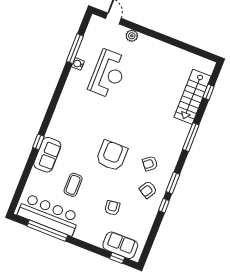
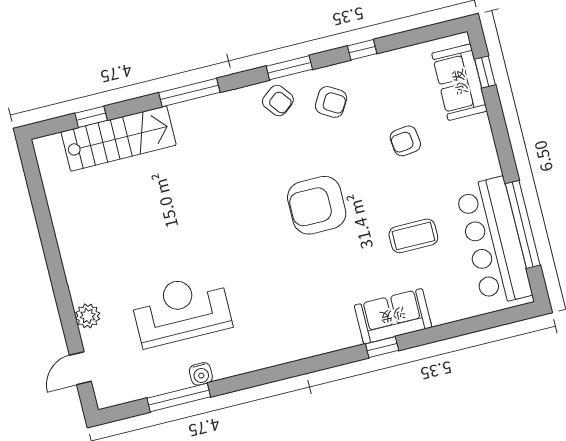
armchair: (150, 164) -> (278, 101), moved
window: (164, 206) -> (362, 50), moved

